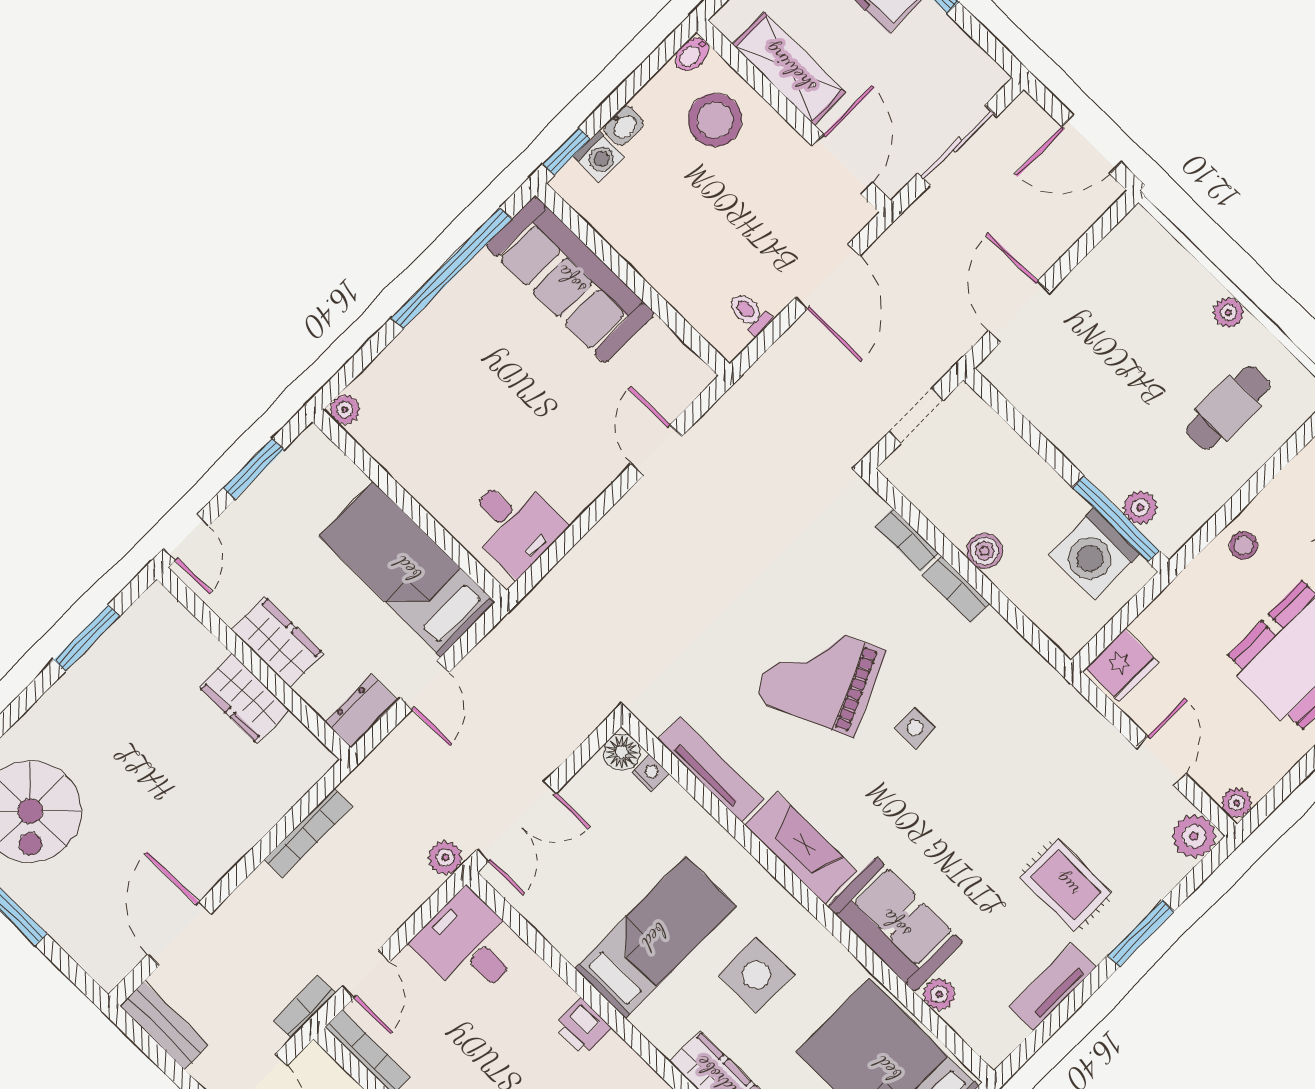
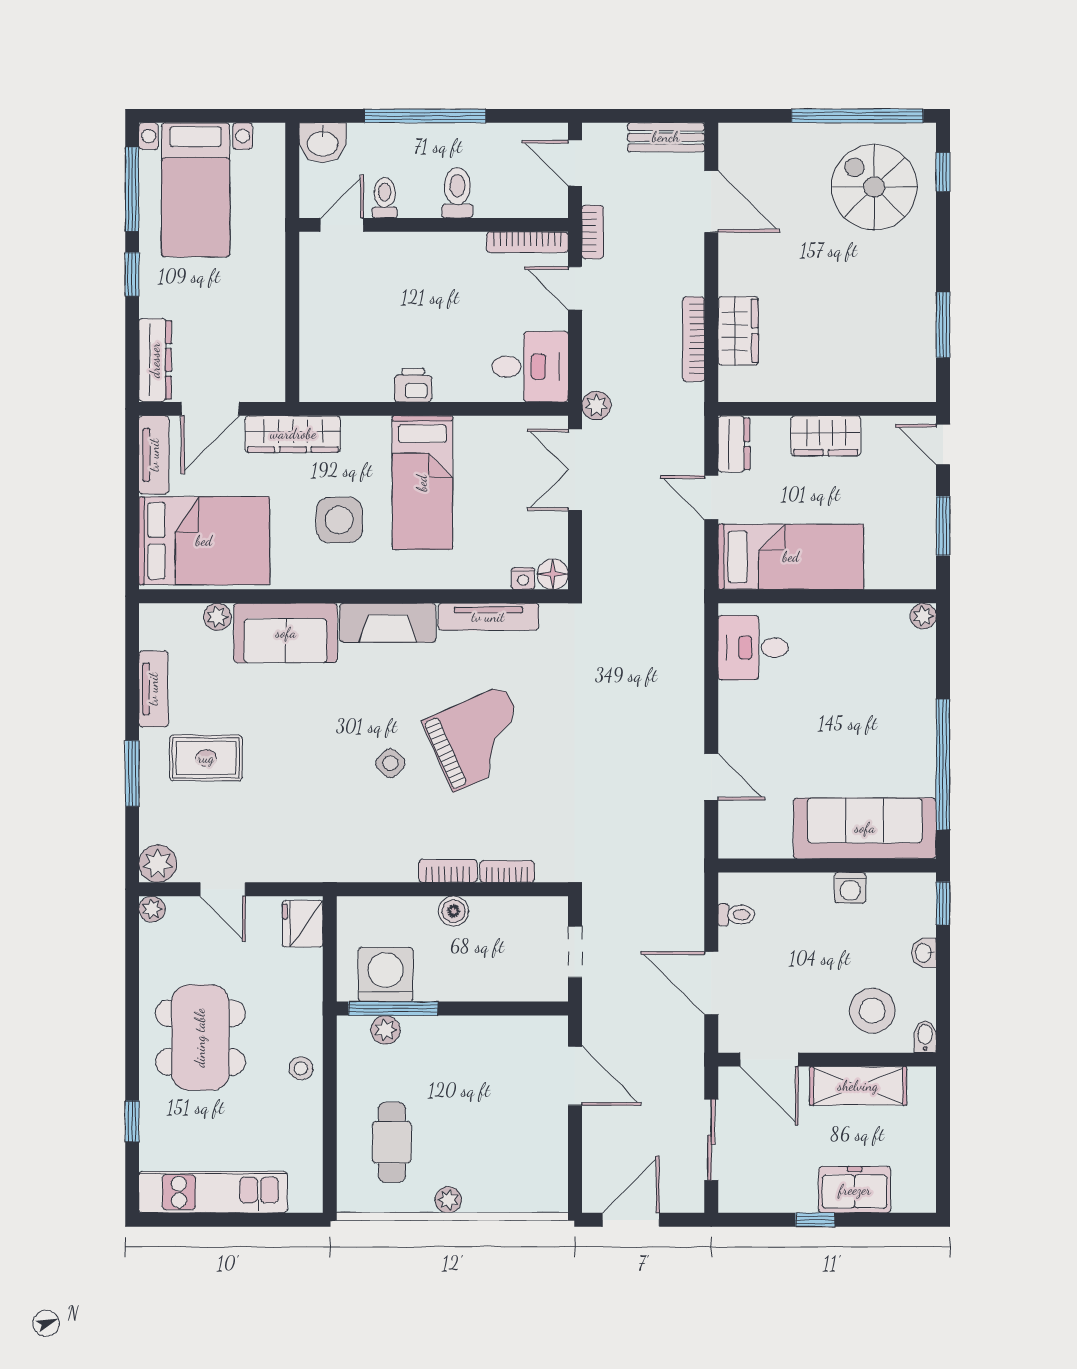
washing machine: (599, 156) -> (850, 888), moved, turned -90
wardrobe: (244, 698) -> (738, 331), moved, turned 90
side table: (915, 728) -> (390, 763), turned 45

